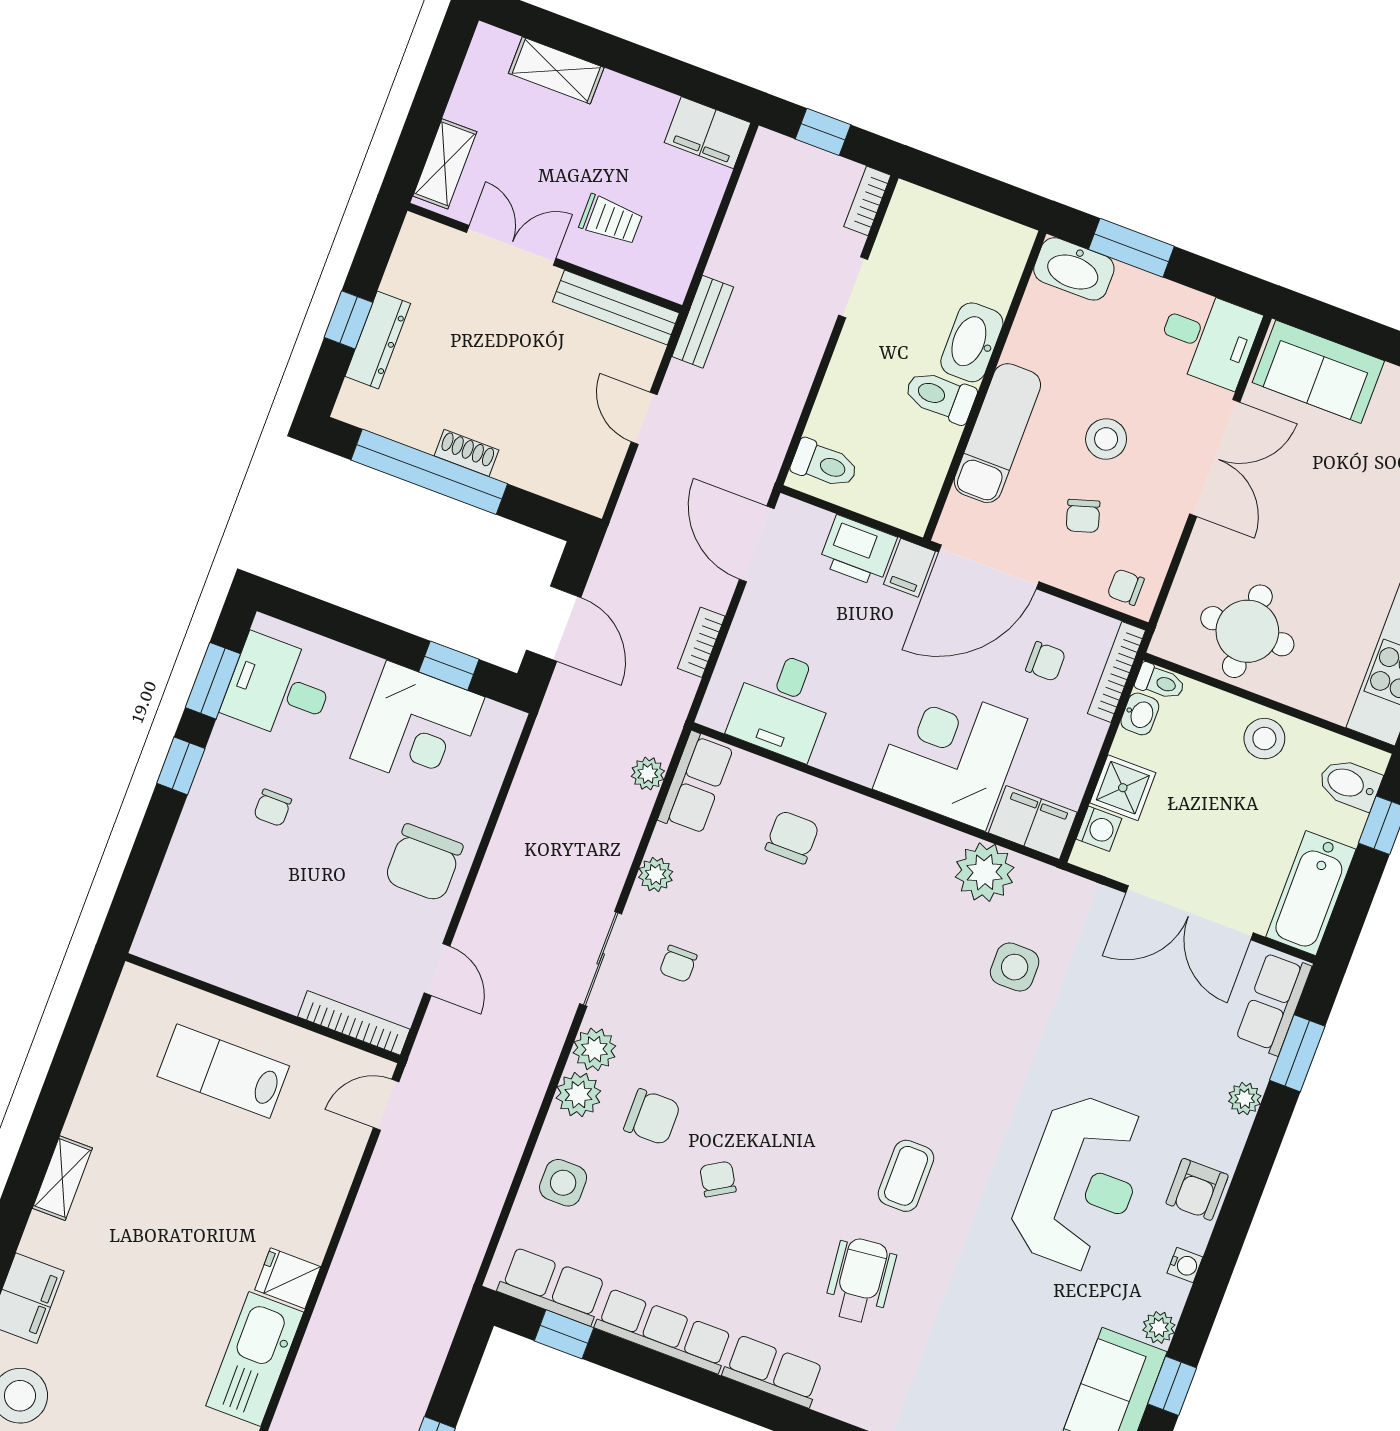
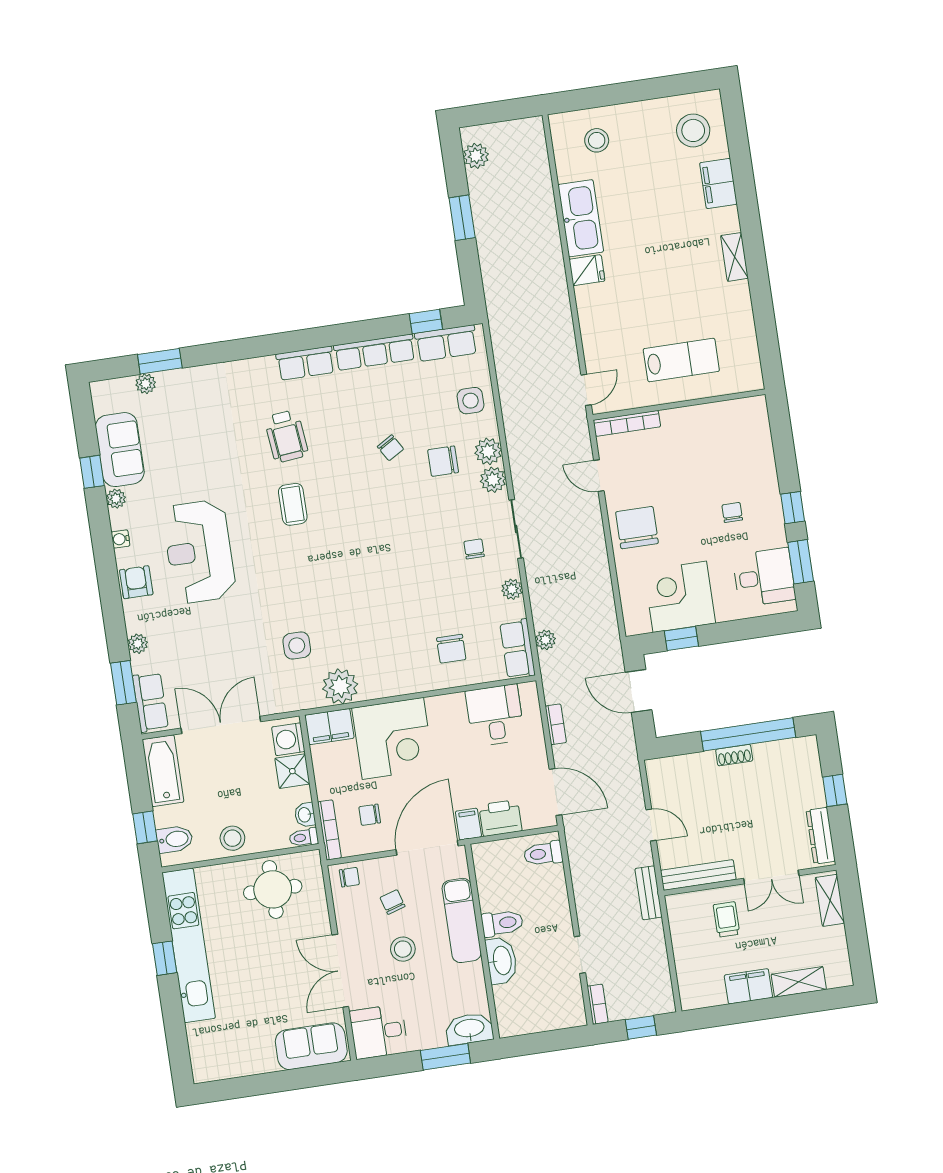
filing cabinet: (708, 133) -> (748, 986), moved
trolley: (611, 220) -> (726, 919), turned 90
dresser: (378, 340) -> (821, 836), moved
washing machine: (1099, 829) -> (288, 739), width x1.38, depth x1.38

